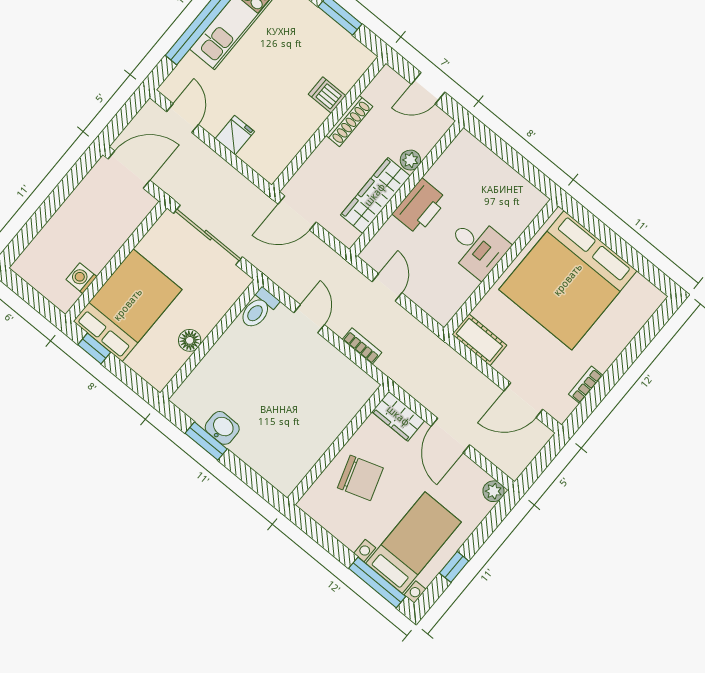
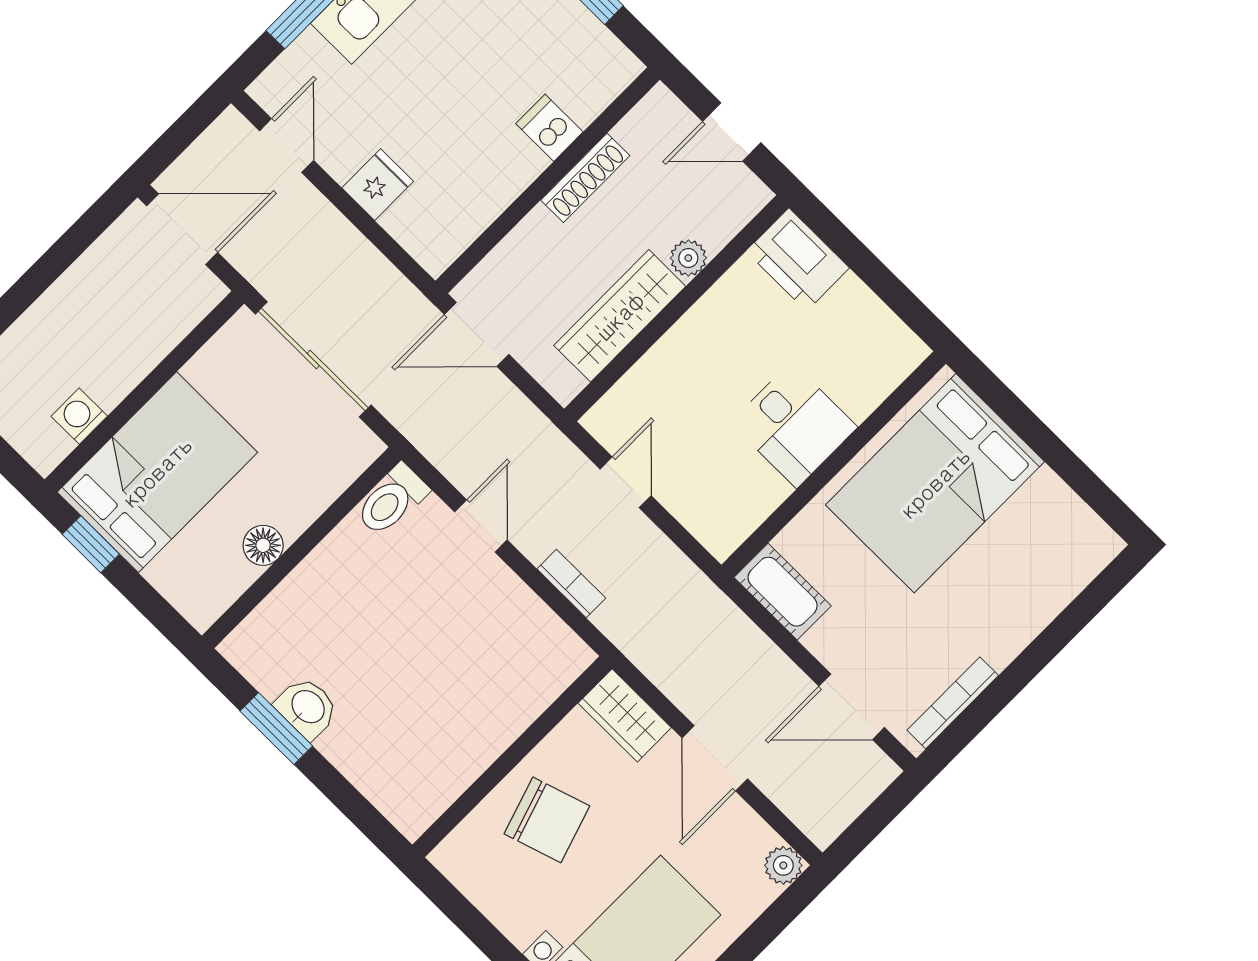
printer: (420, 207) -> (798, 260), moved, turned 90
bed: (568, 280) -> (935, 483), width x0.73
bookcase: (586, 385) -> (953, 703), width x1.56

